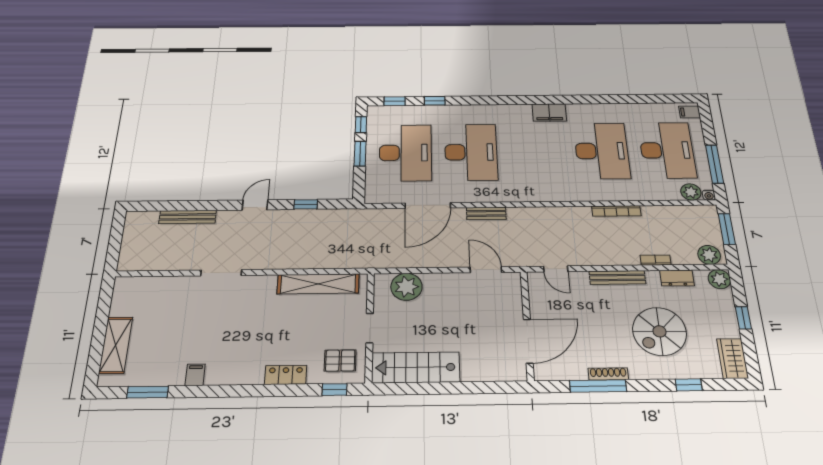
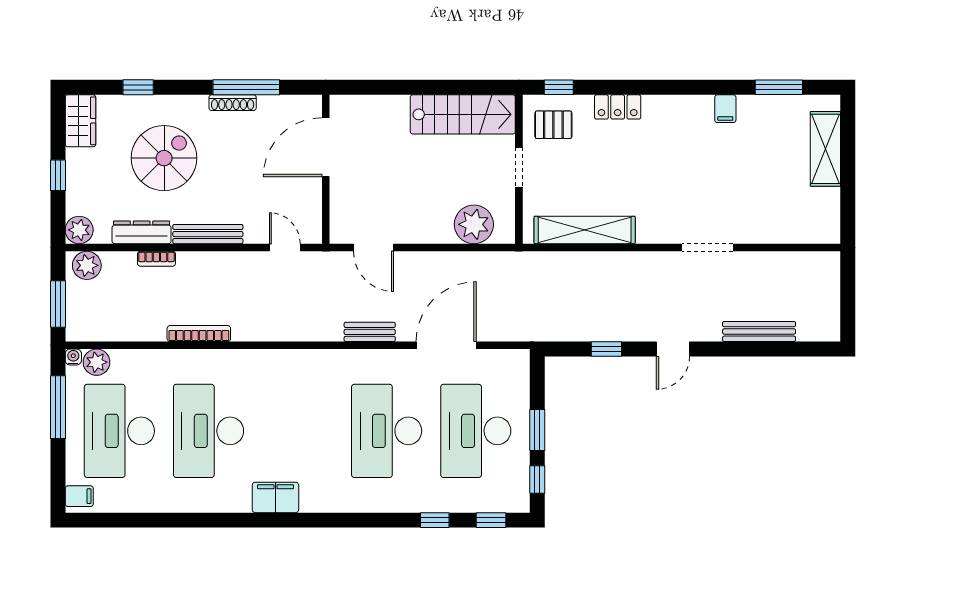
dresser: (677, 278) -> (142, 232), width x1.44

